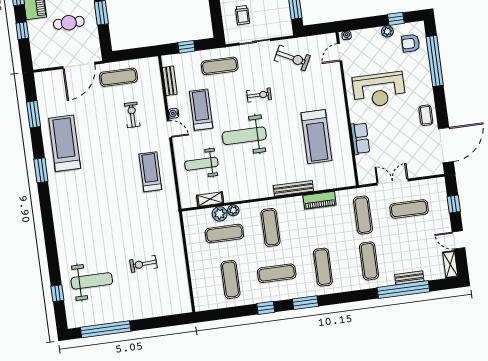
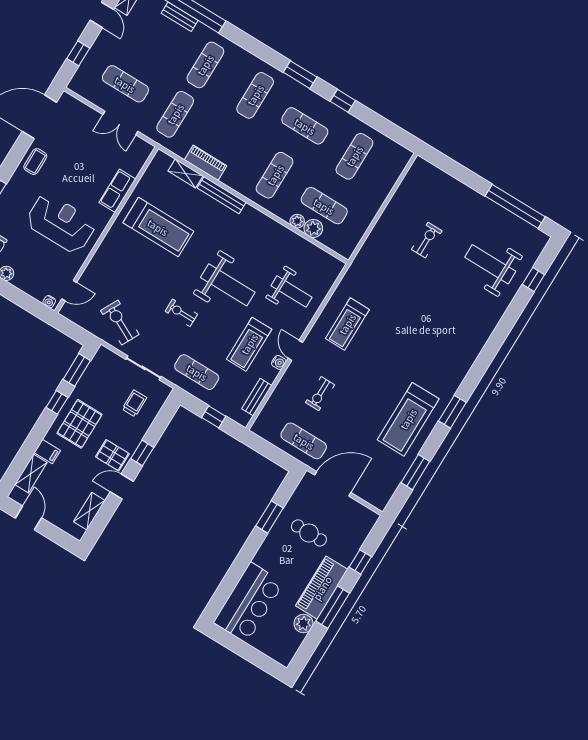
treadmill: (317, 137) -> (158, 227), turned 90
shelving: (210, 199) -> (185, 173), moved
exercise bike: (143, 264) -> (427, 240), turned -87

